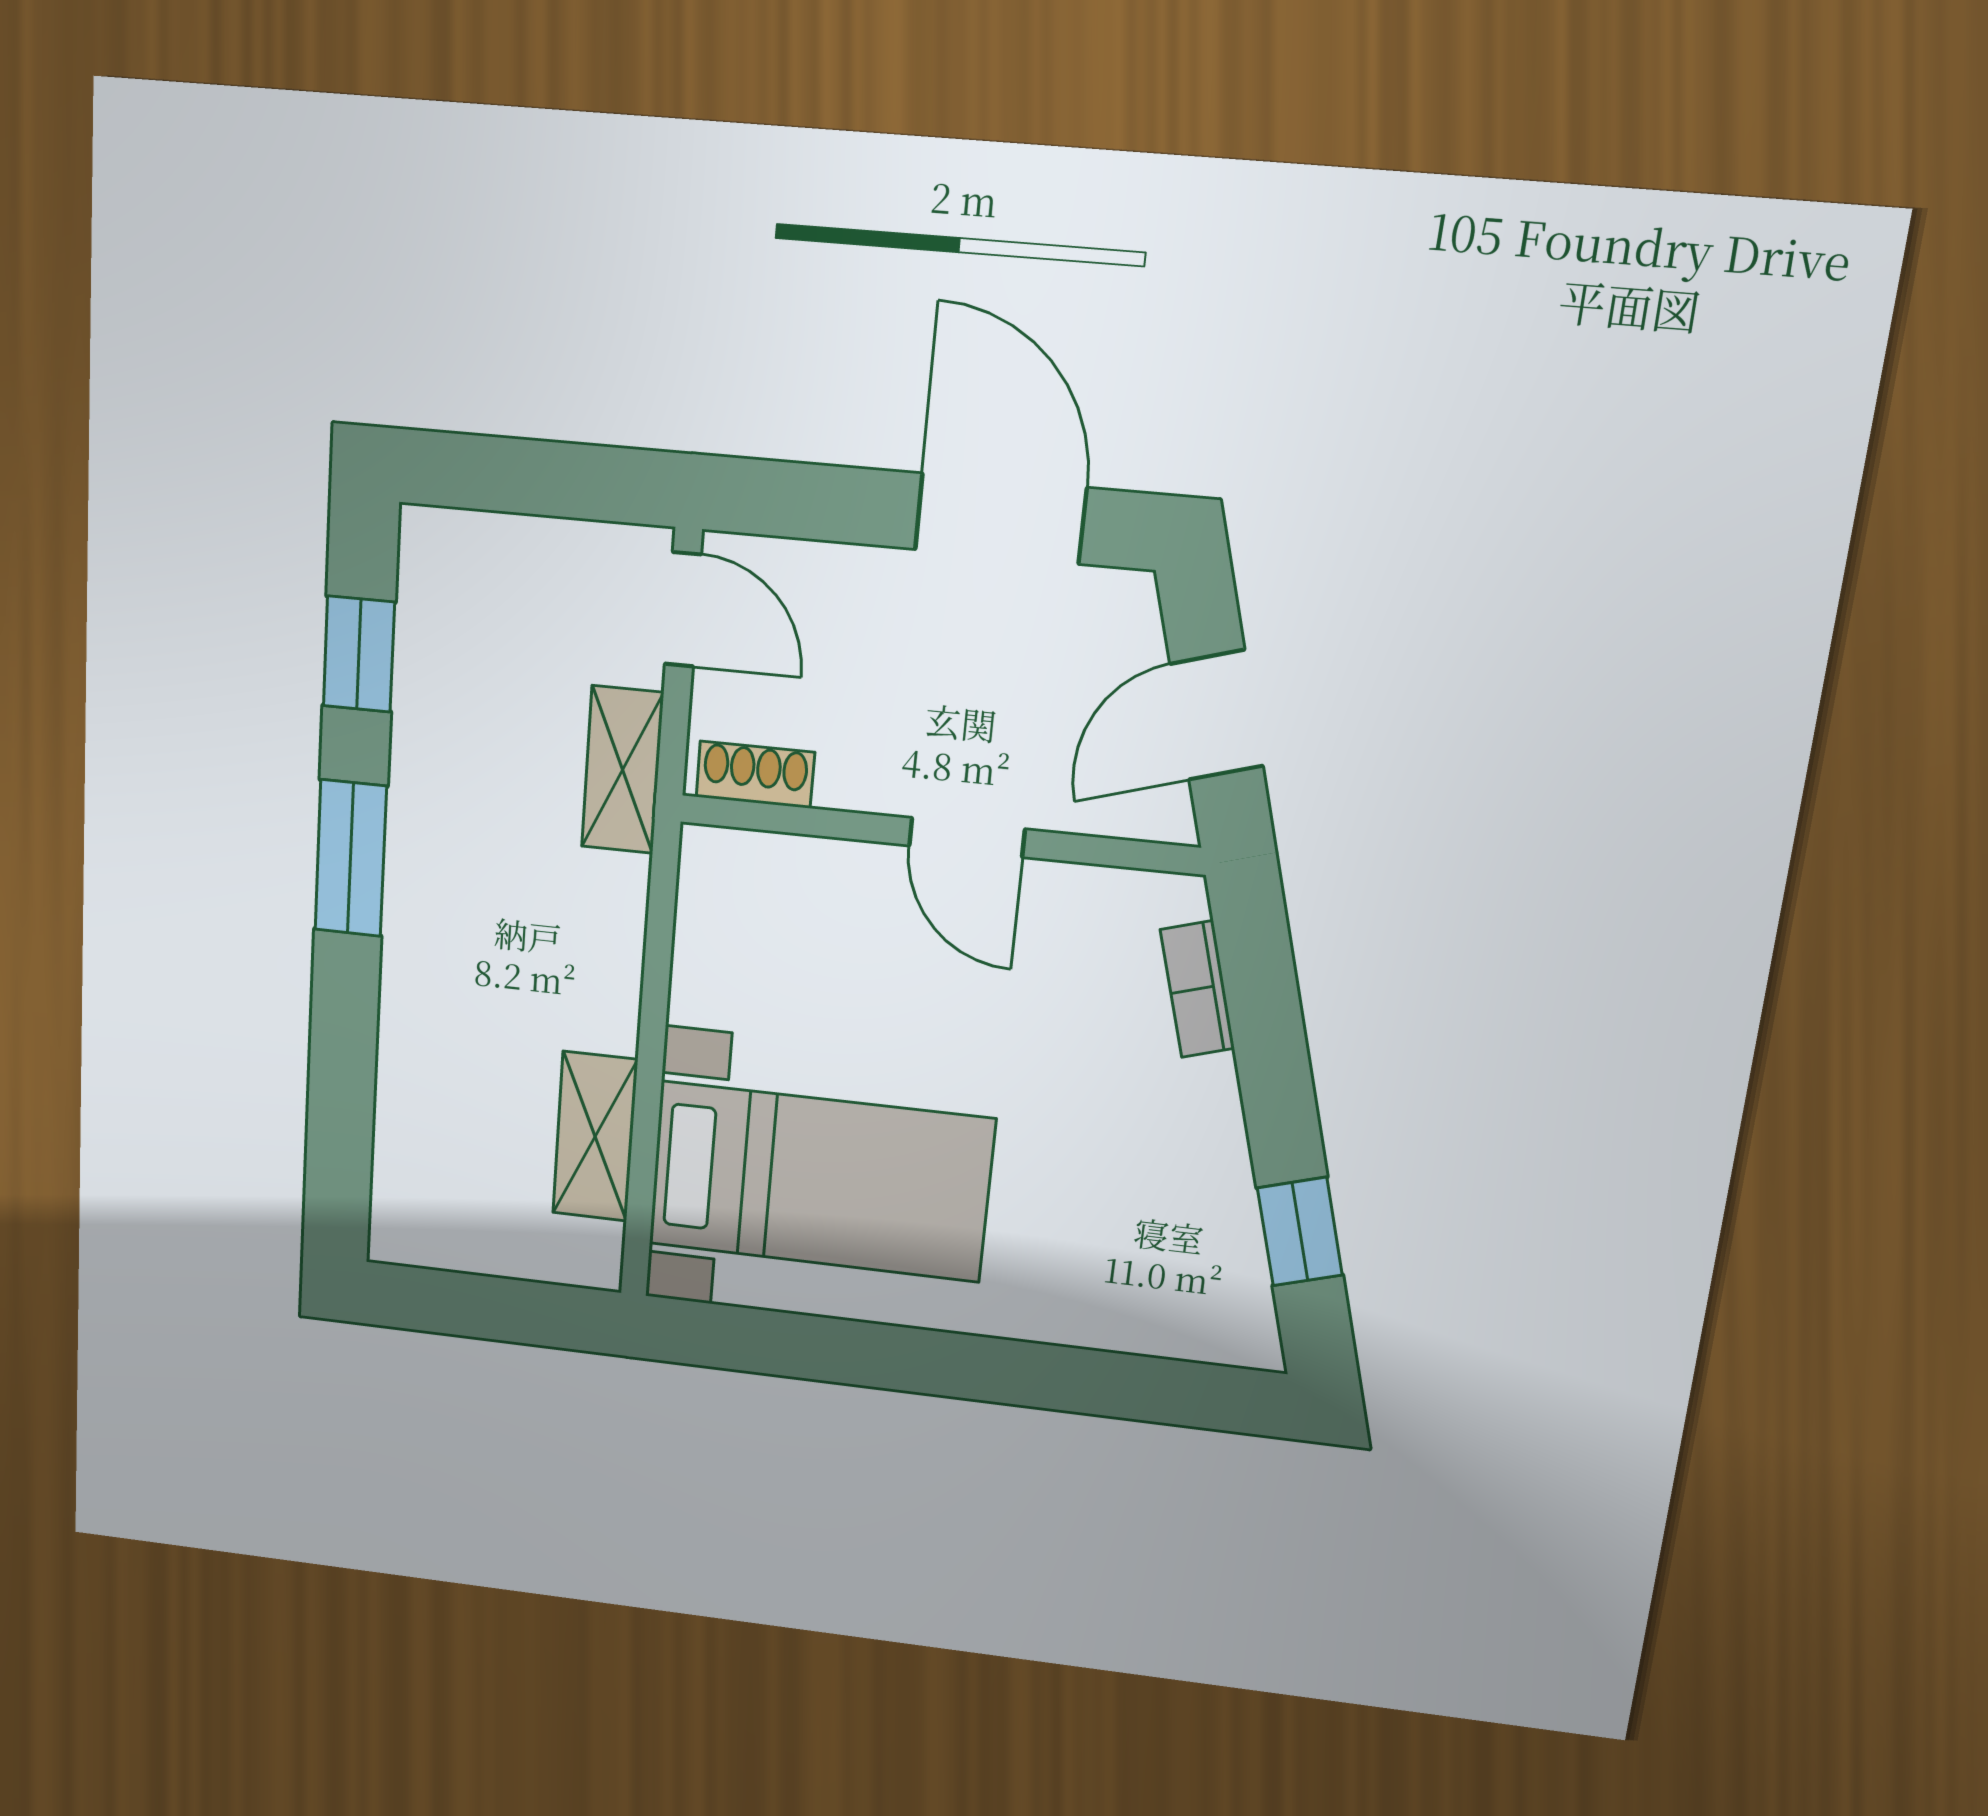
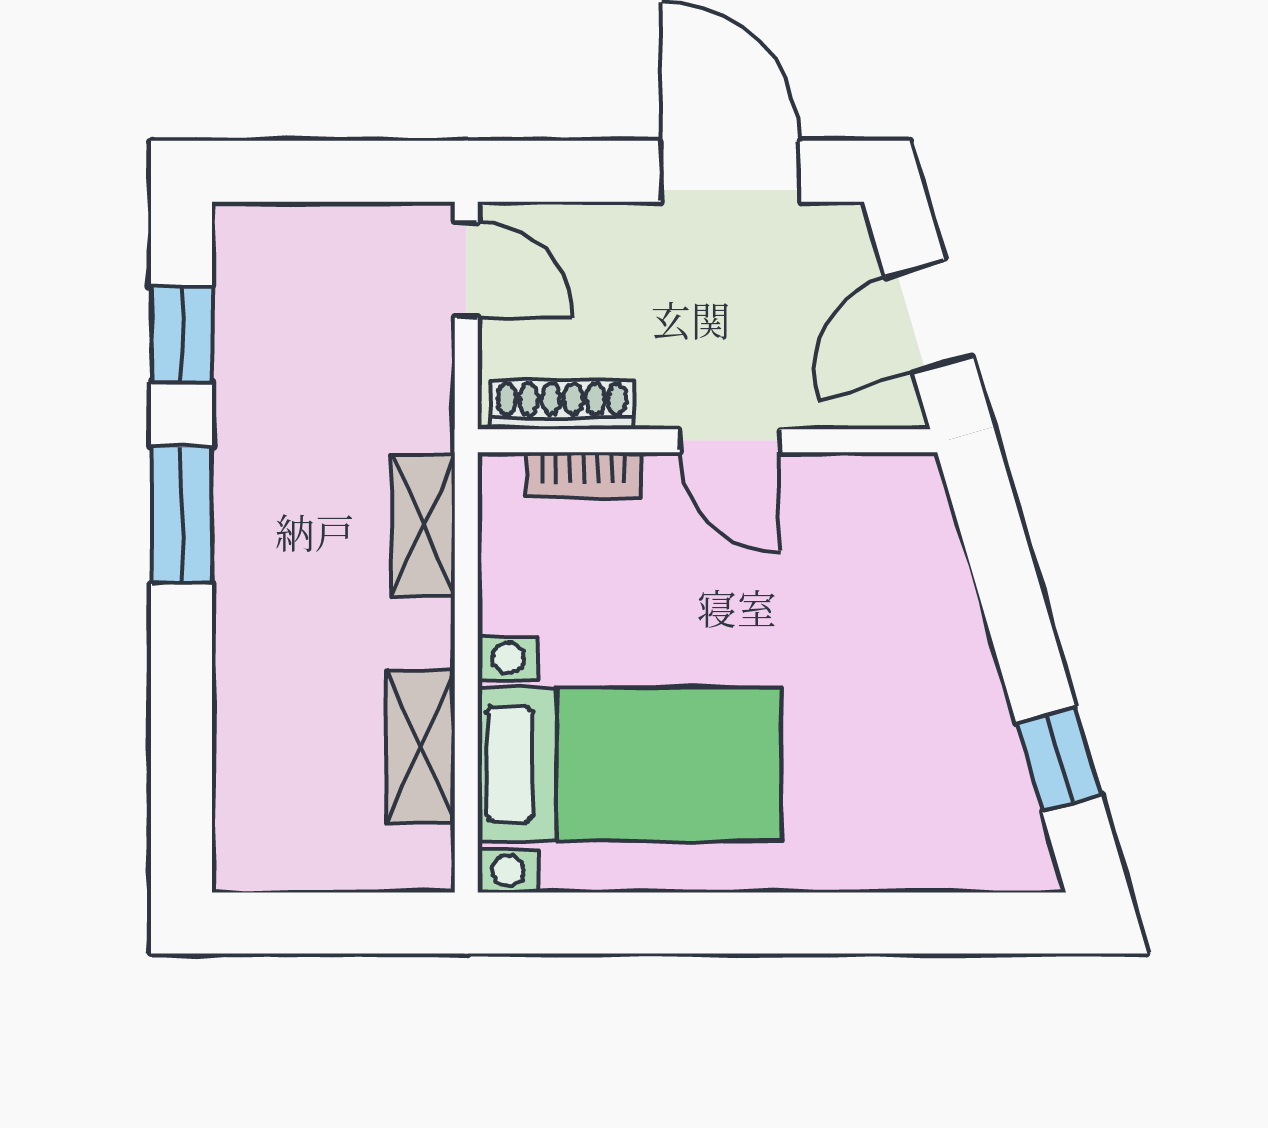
shelving: (623, 770) -> (423, 525), moved
shoe rack: (755, 775) -> (562, 405), width x1.43
bookcase: (1197, 989) -> (584, 475), moved, turned -74

